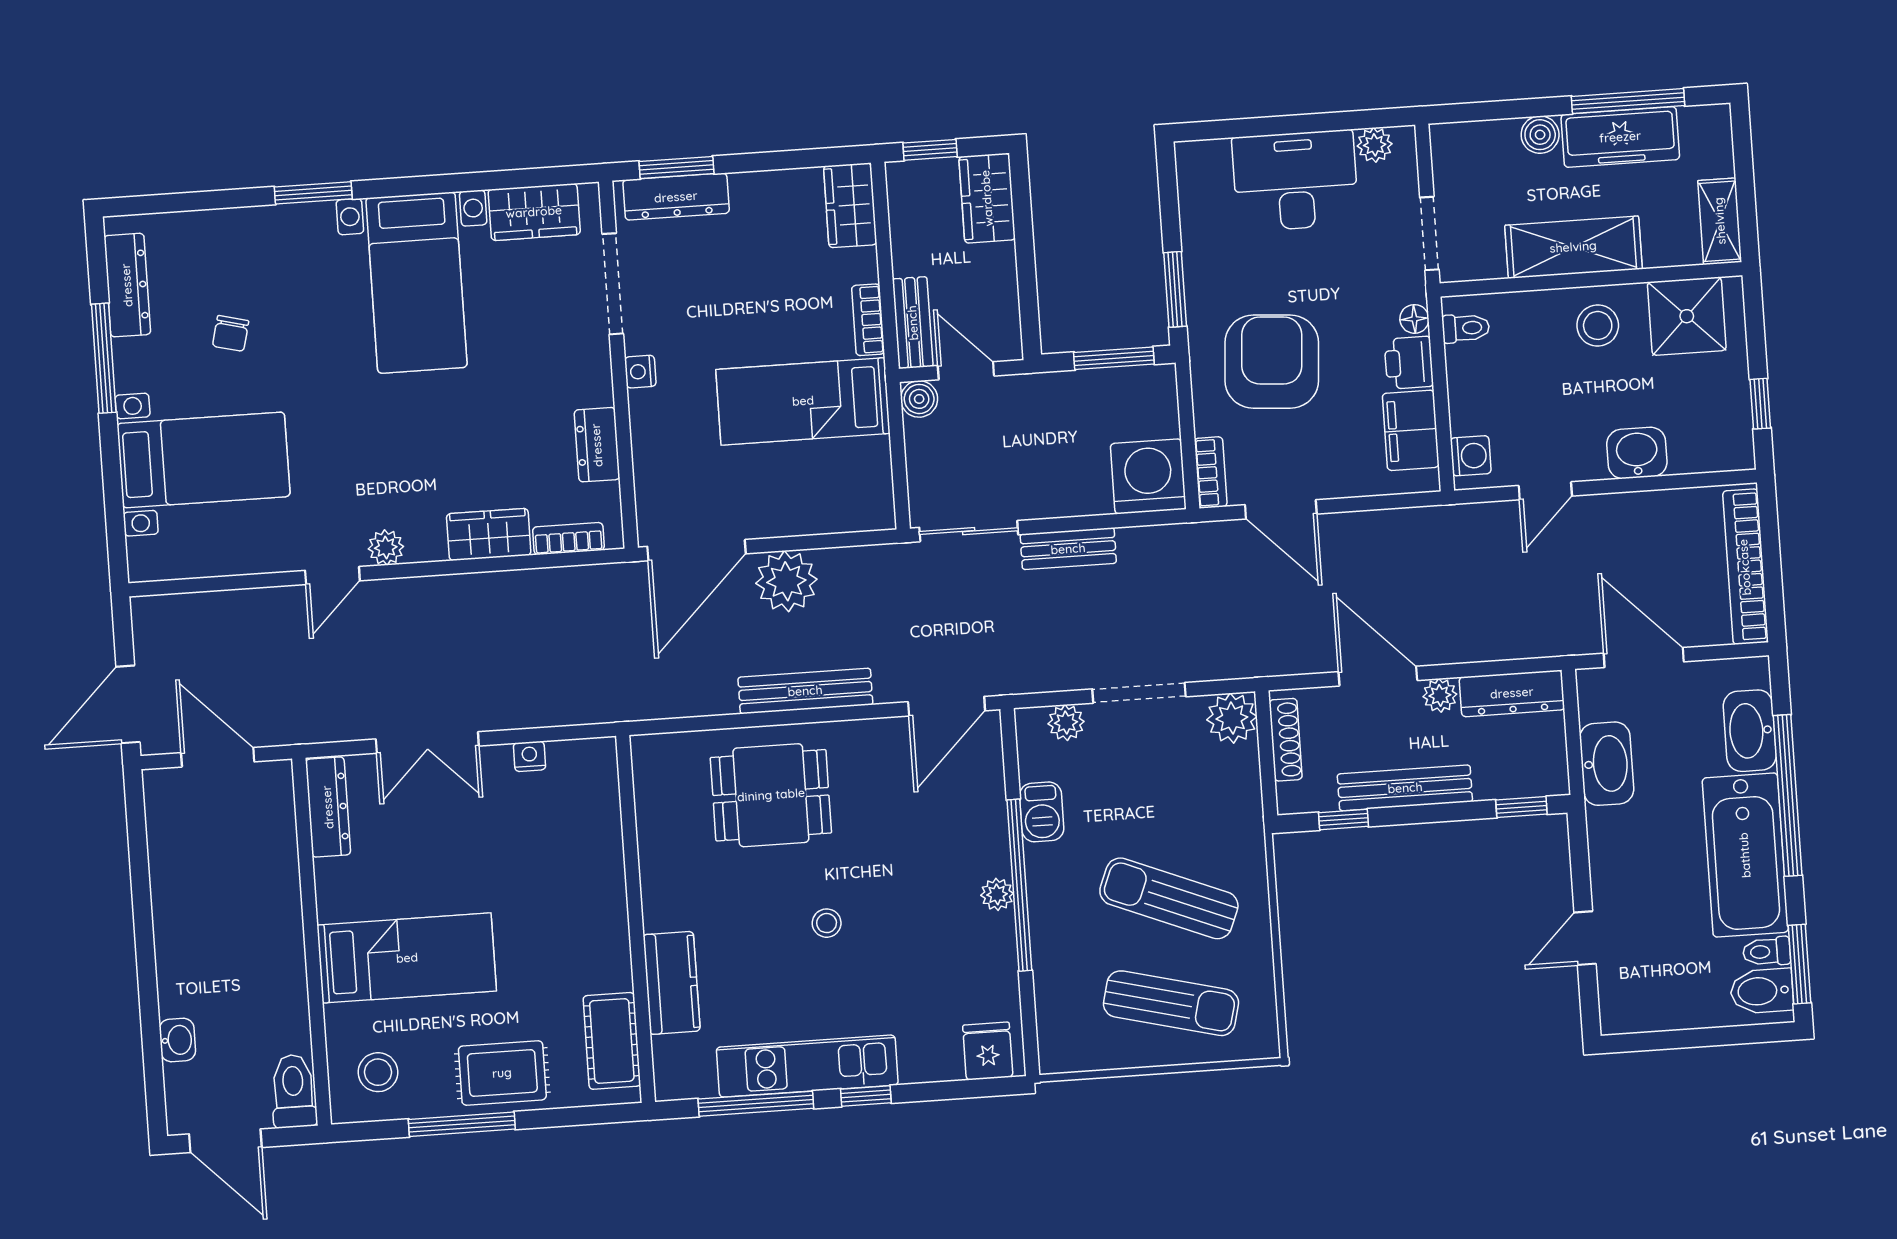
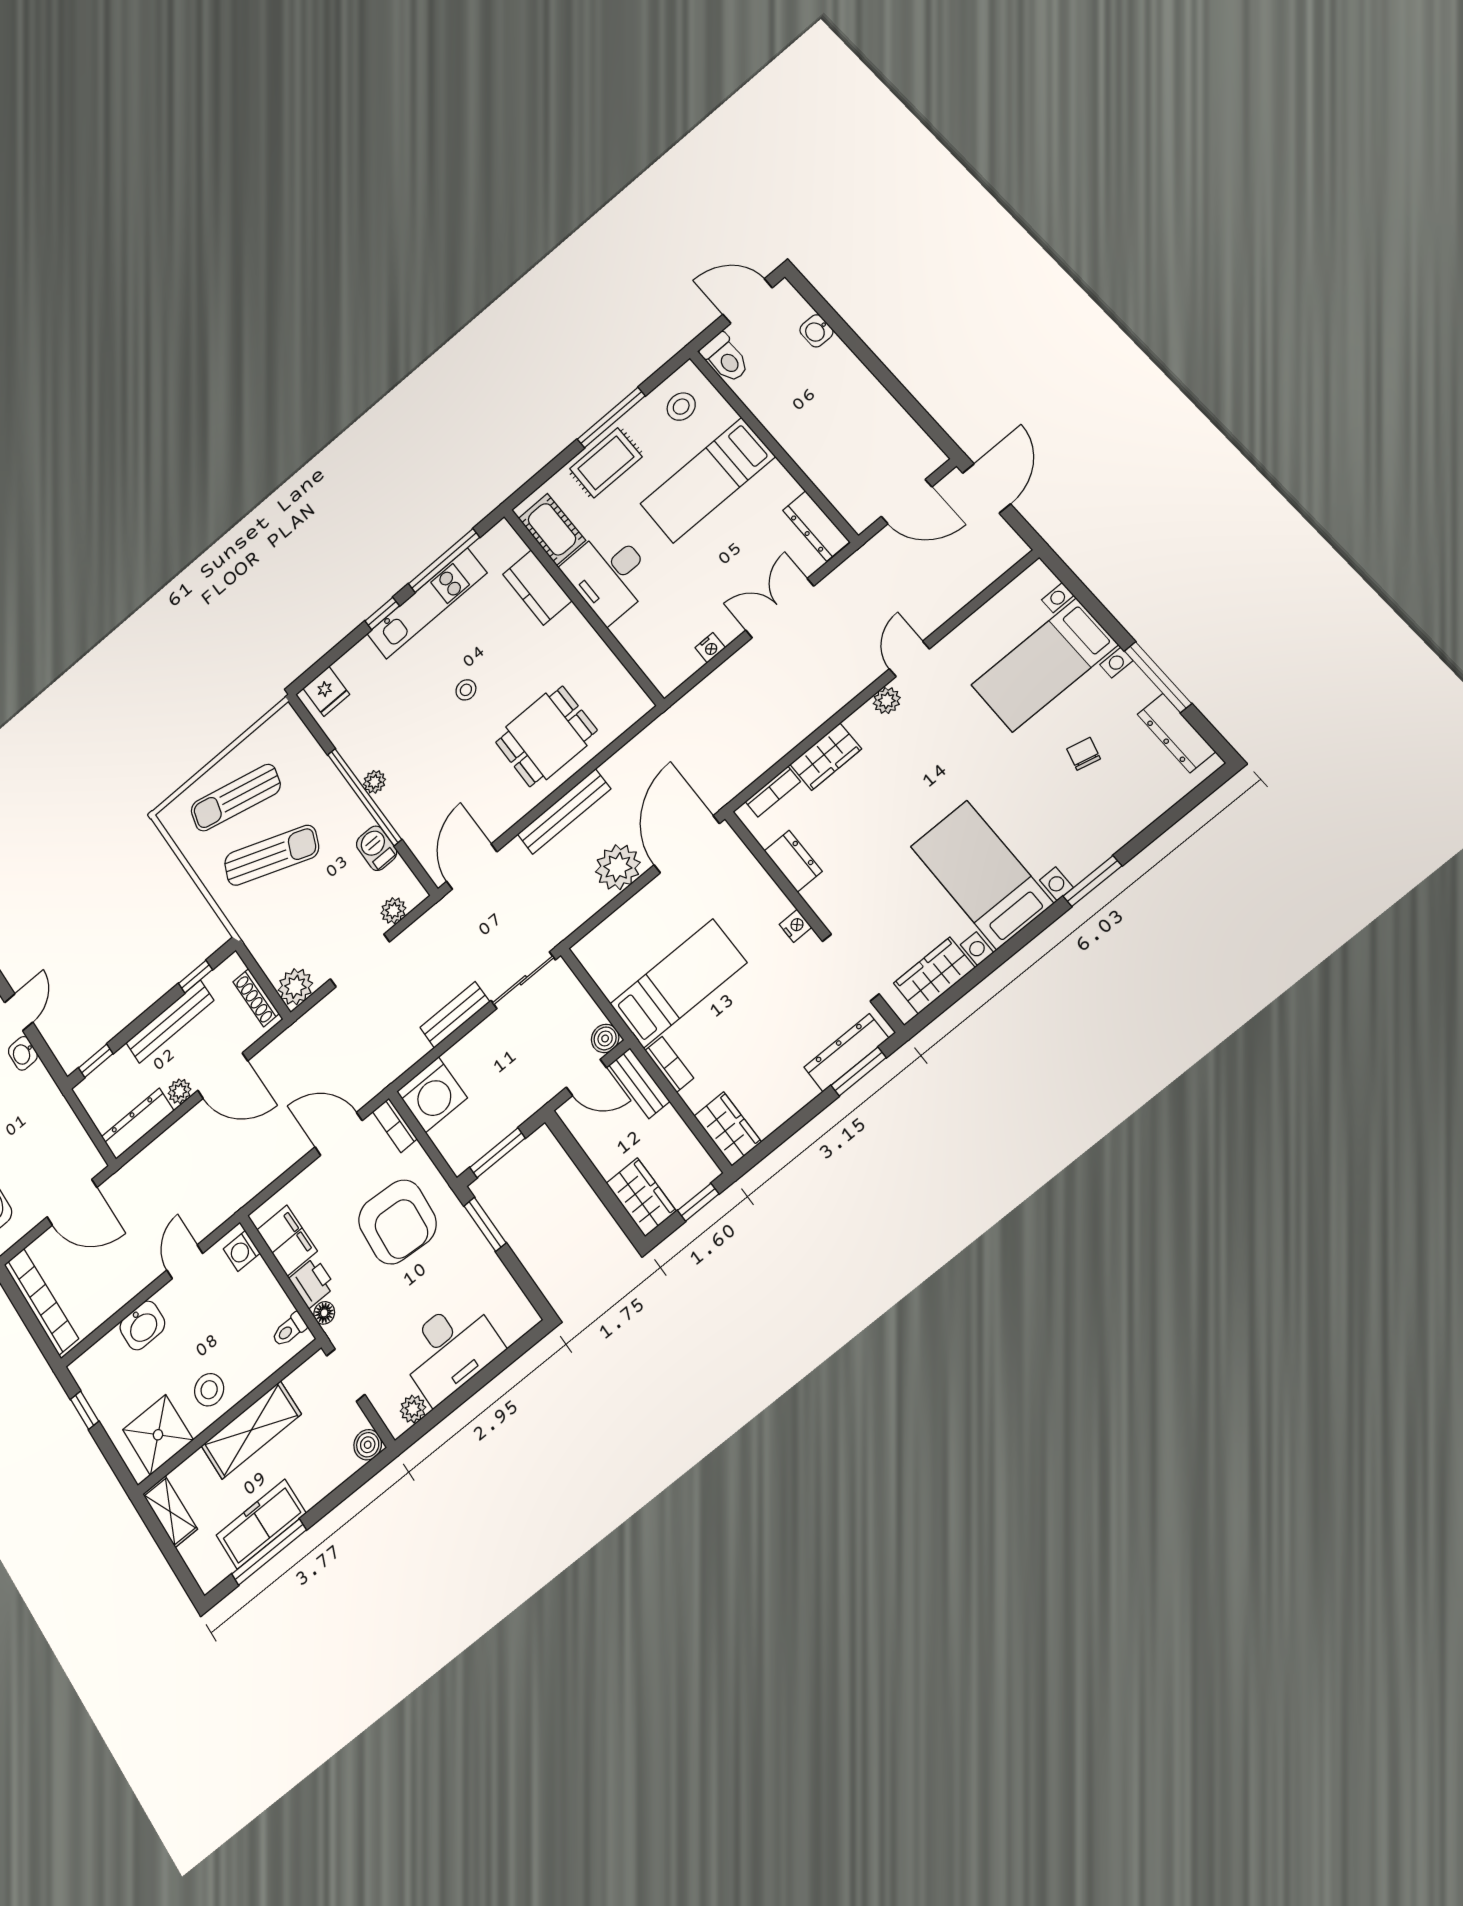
boiler: (1540, 135) -> (368, 1445), moved
washbasin: (1607, 764) -> (23, 1053), moved, width x0.52, depth x0.69
desk: (583, 933) -> (609, 575), added

